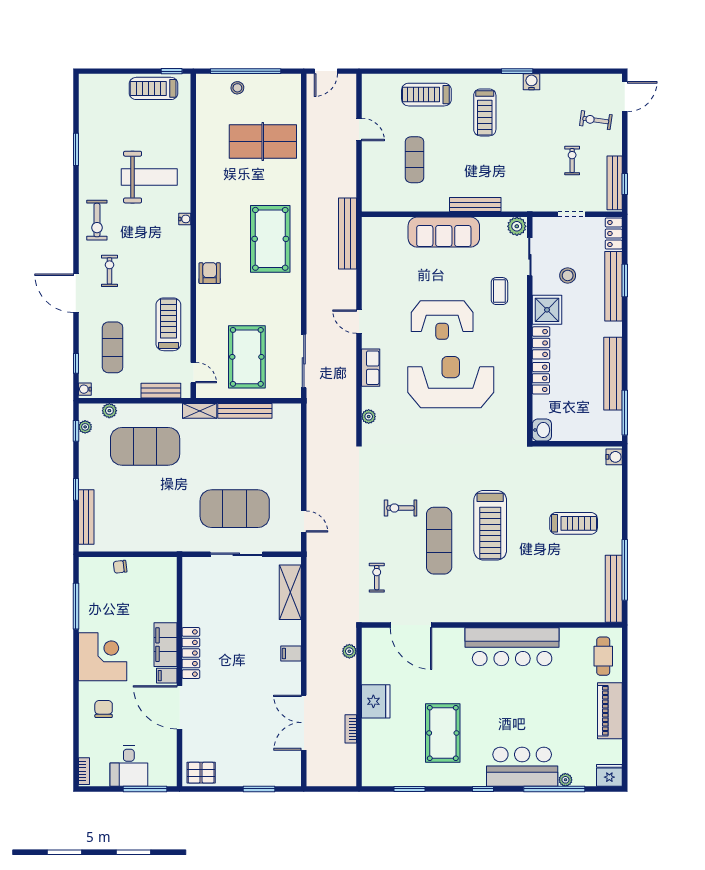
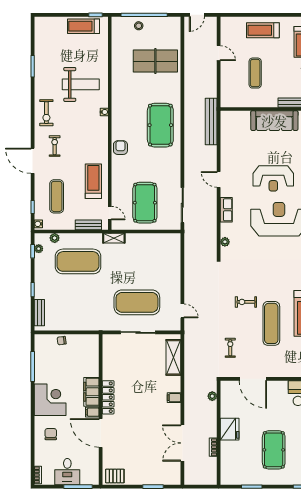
bench: (245, 411) -> (144, 238), removed
bench: (86, 517) -> (39, 313), width x0.73

